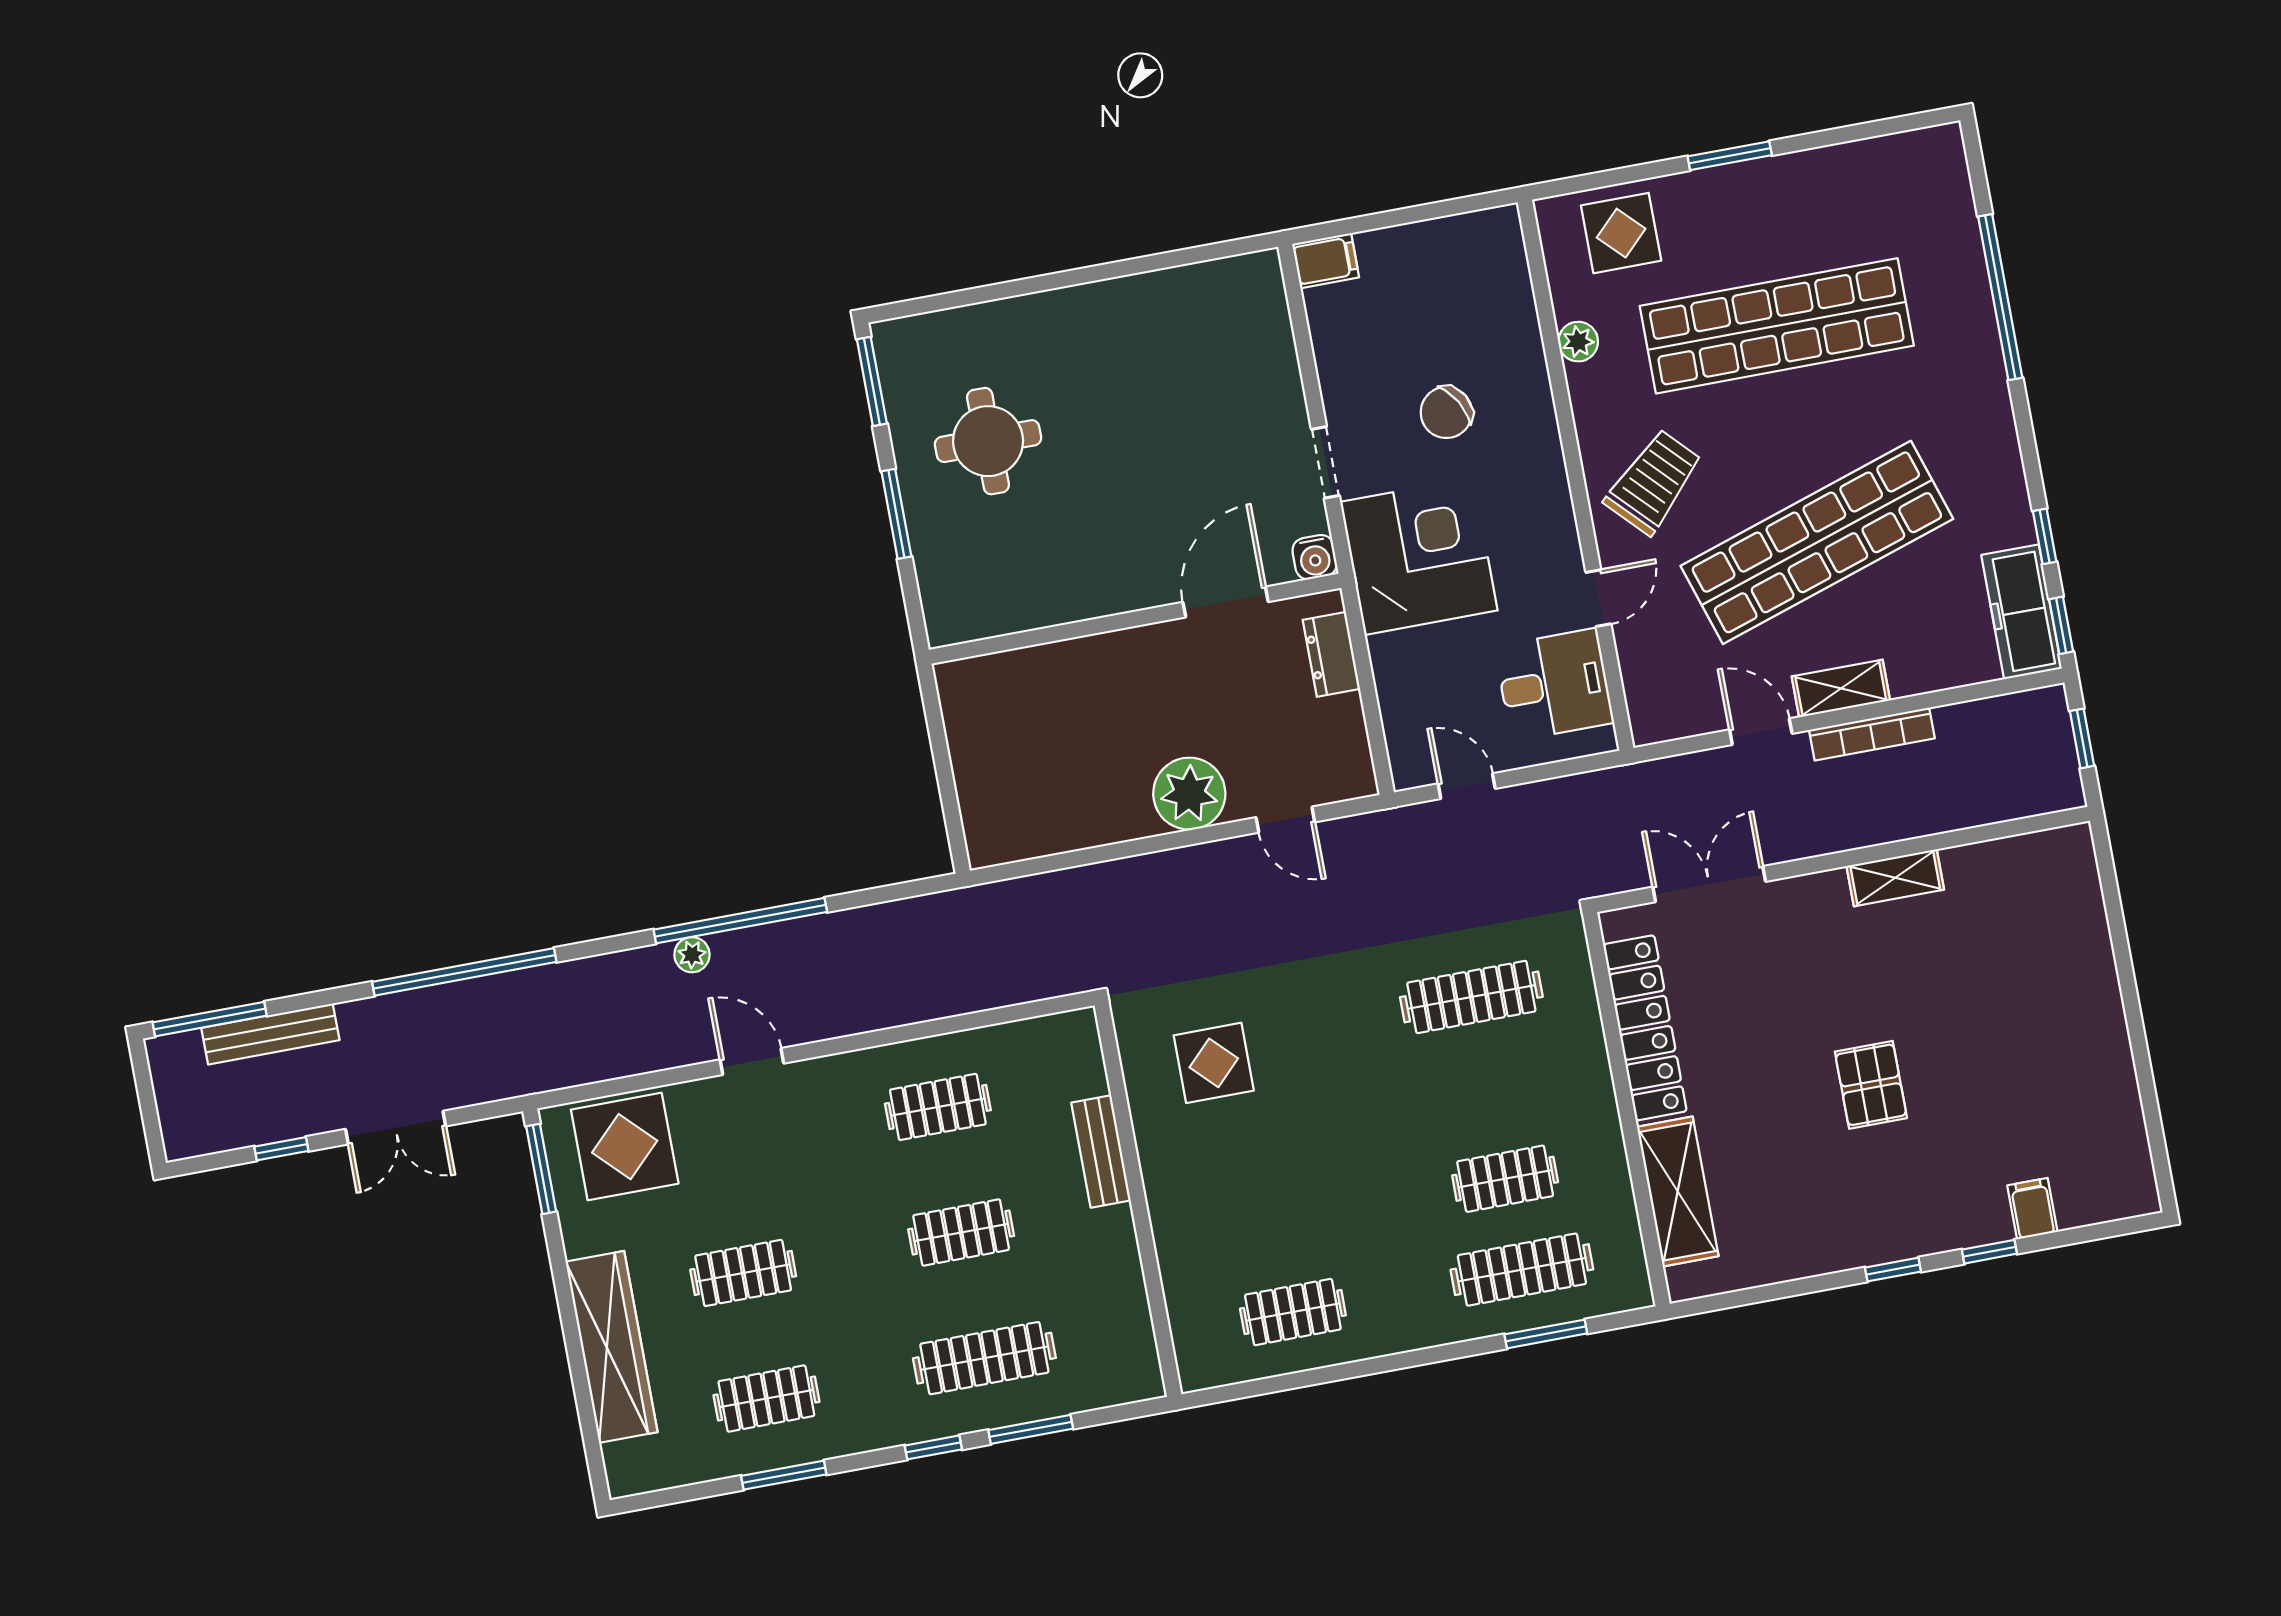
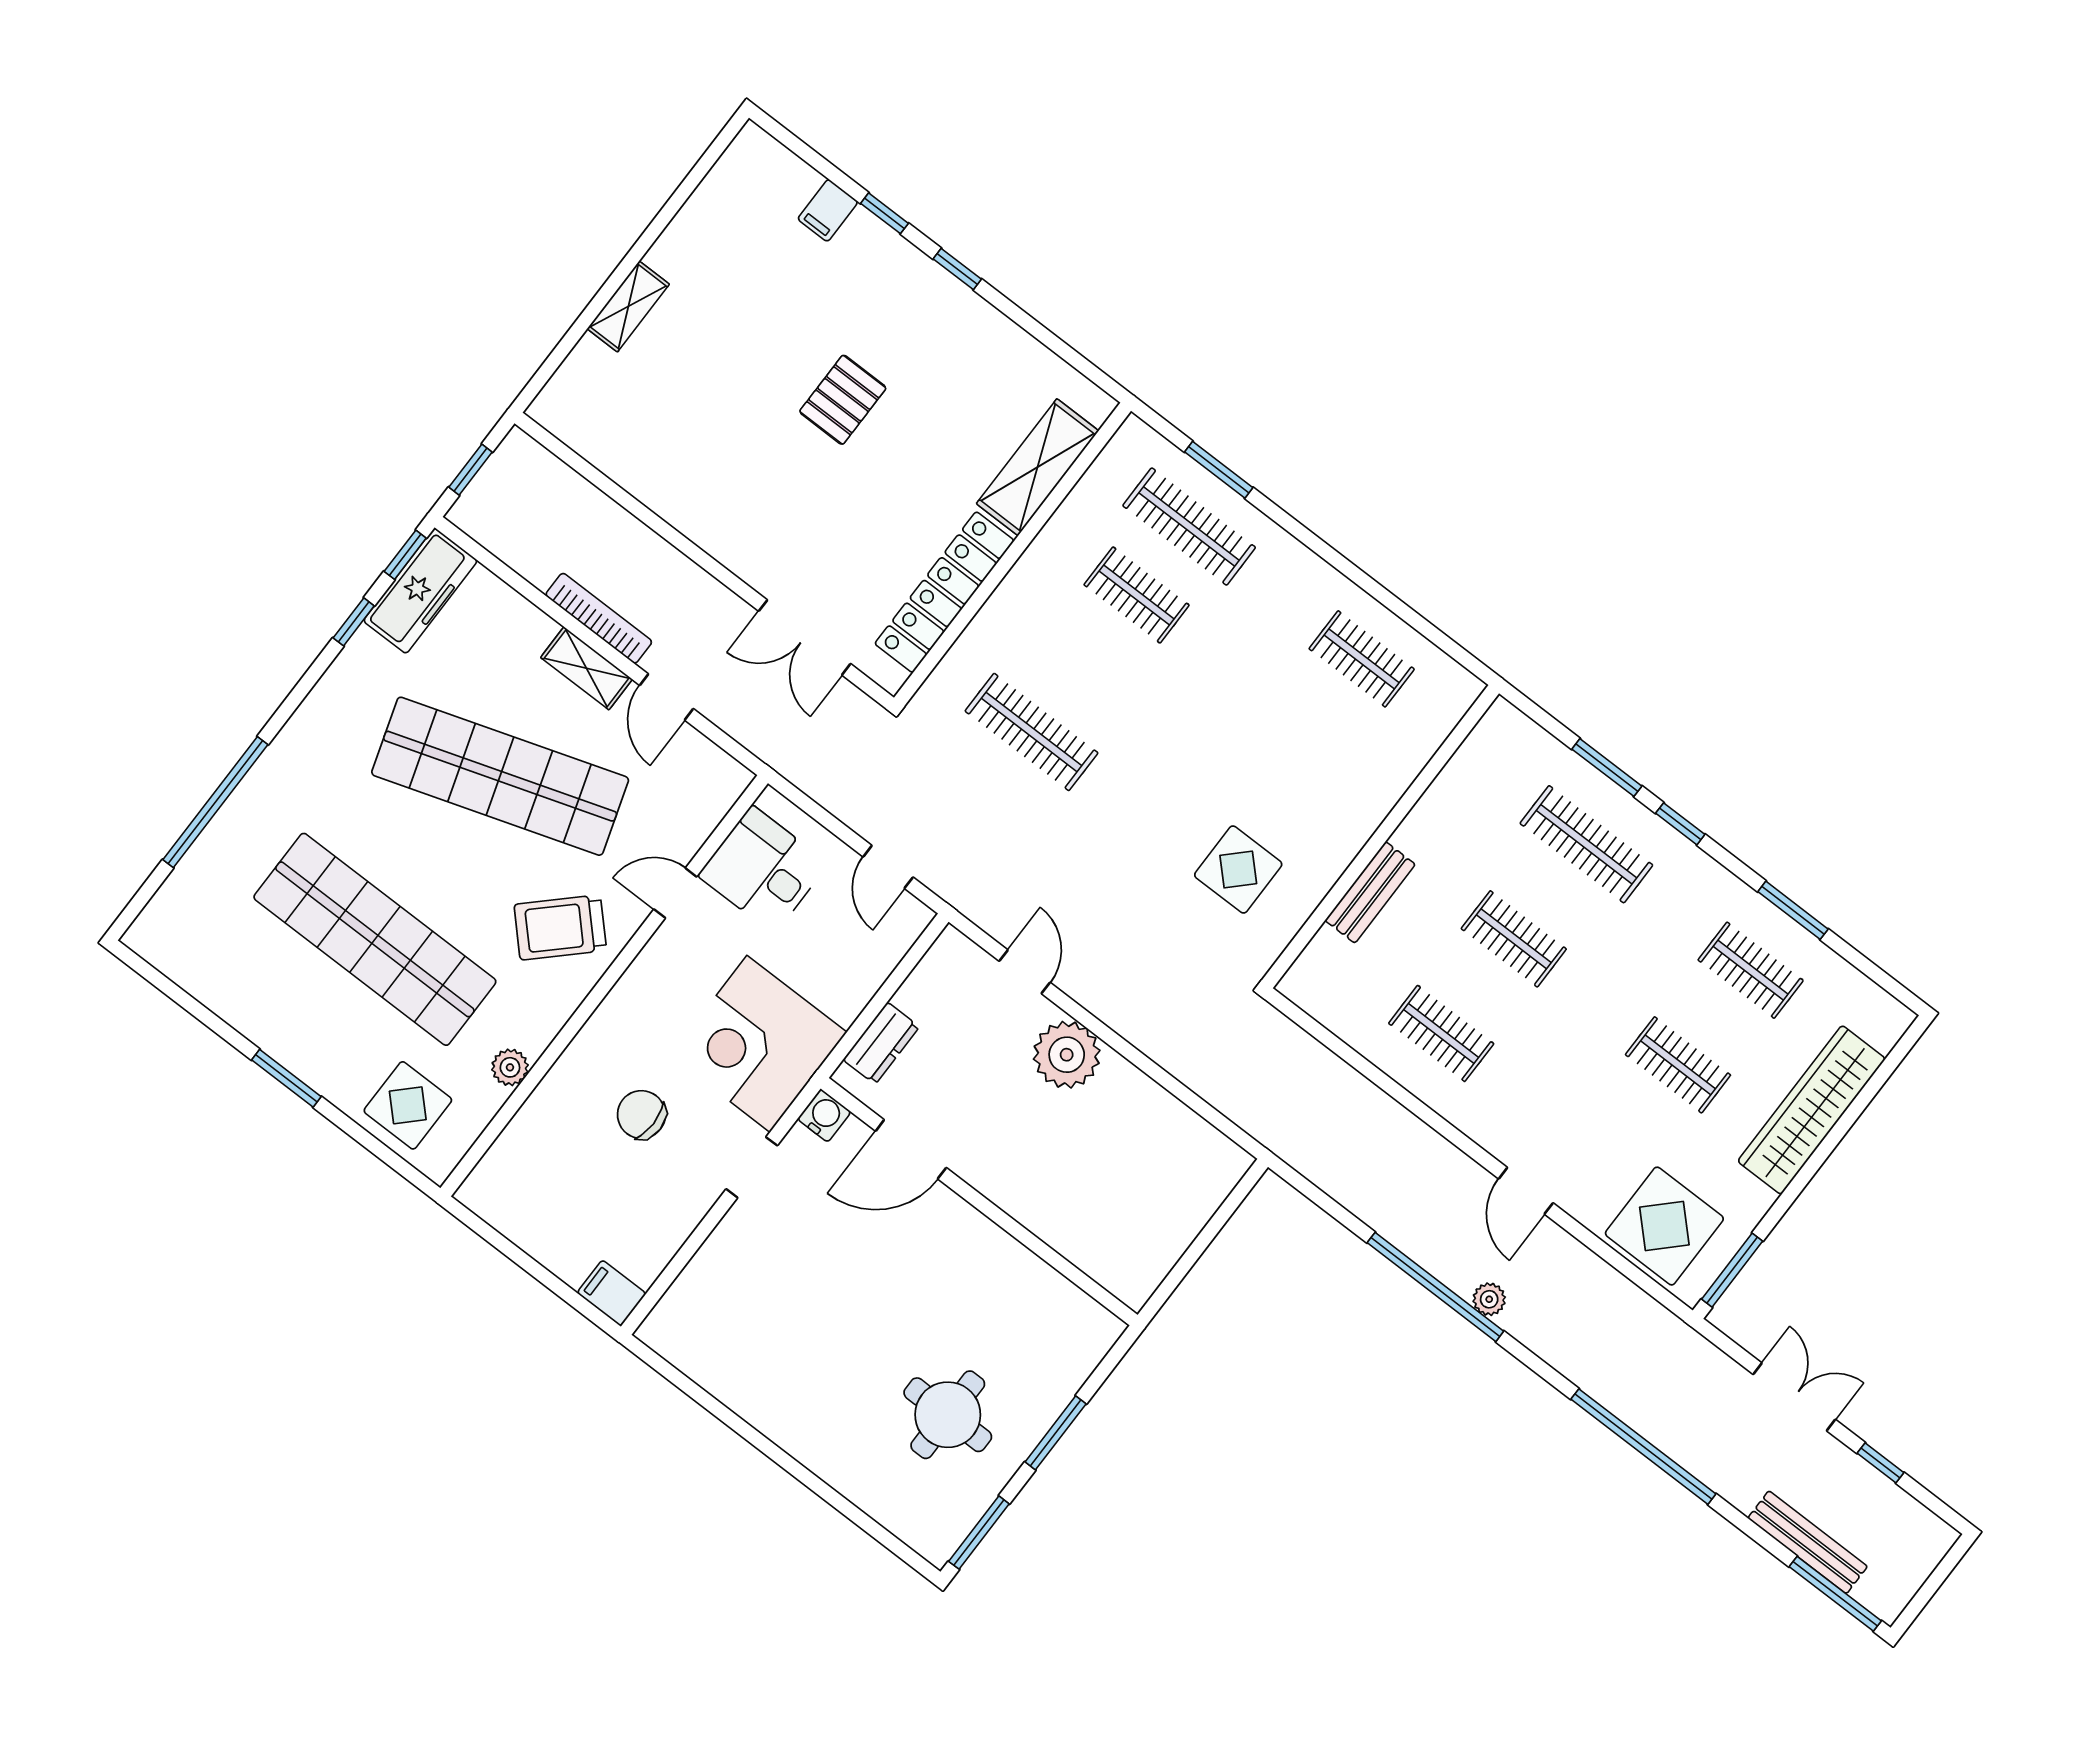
chair: (1446, 412) -> (641, 1115), turned -150
shelving: (1895, 878) -> (628, 306), moved, turned 90

